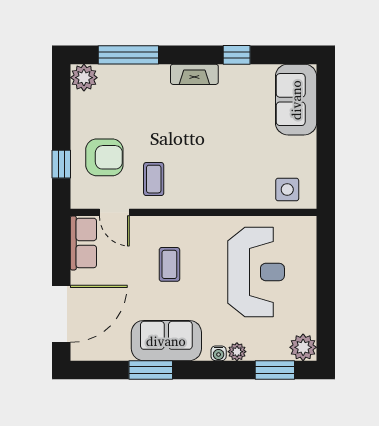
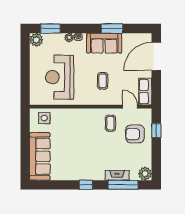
window: (237, 55) -> (86, 185), moved
fireplace: (194, 74) -> (117, 175), moved
sofa: (296, 100) -> (40, 156), width x1.36

